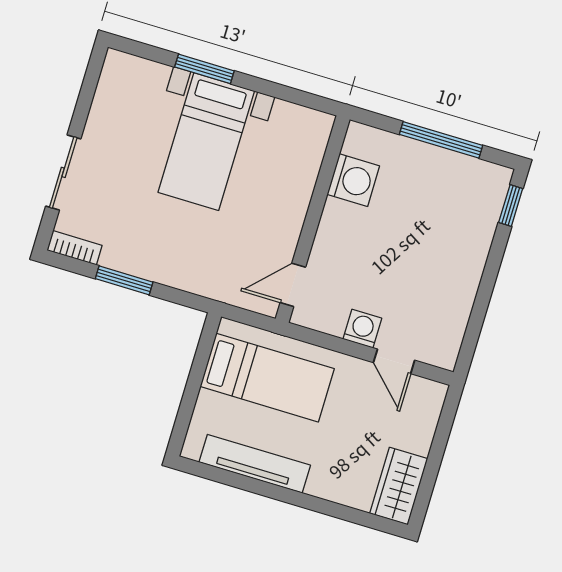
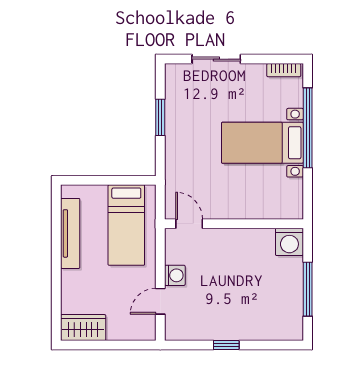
window: (204, 69) -> (308, 128), width x2.11
washing machine: (353, 180) -> (289, 242), moved
window: (511, 205) -> (226, 345), moved
bookcase: (75, 248) -> (284, 70), moved, turned 90

